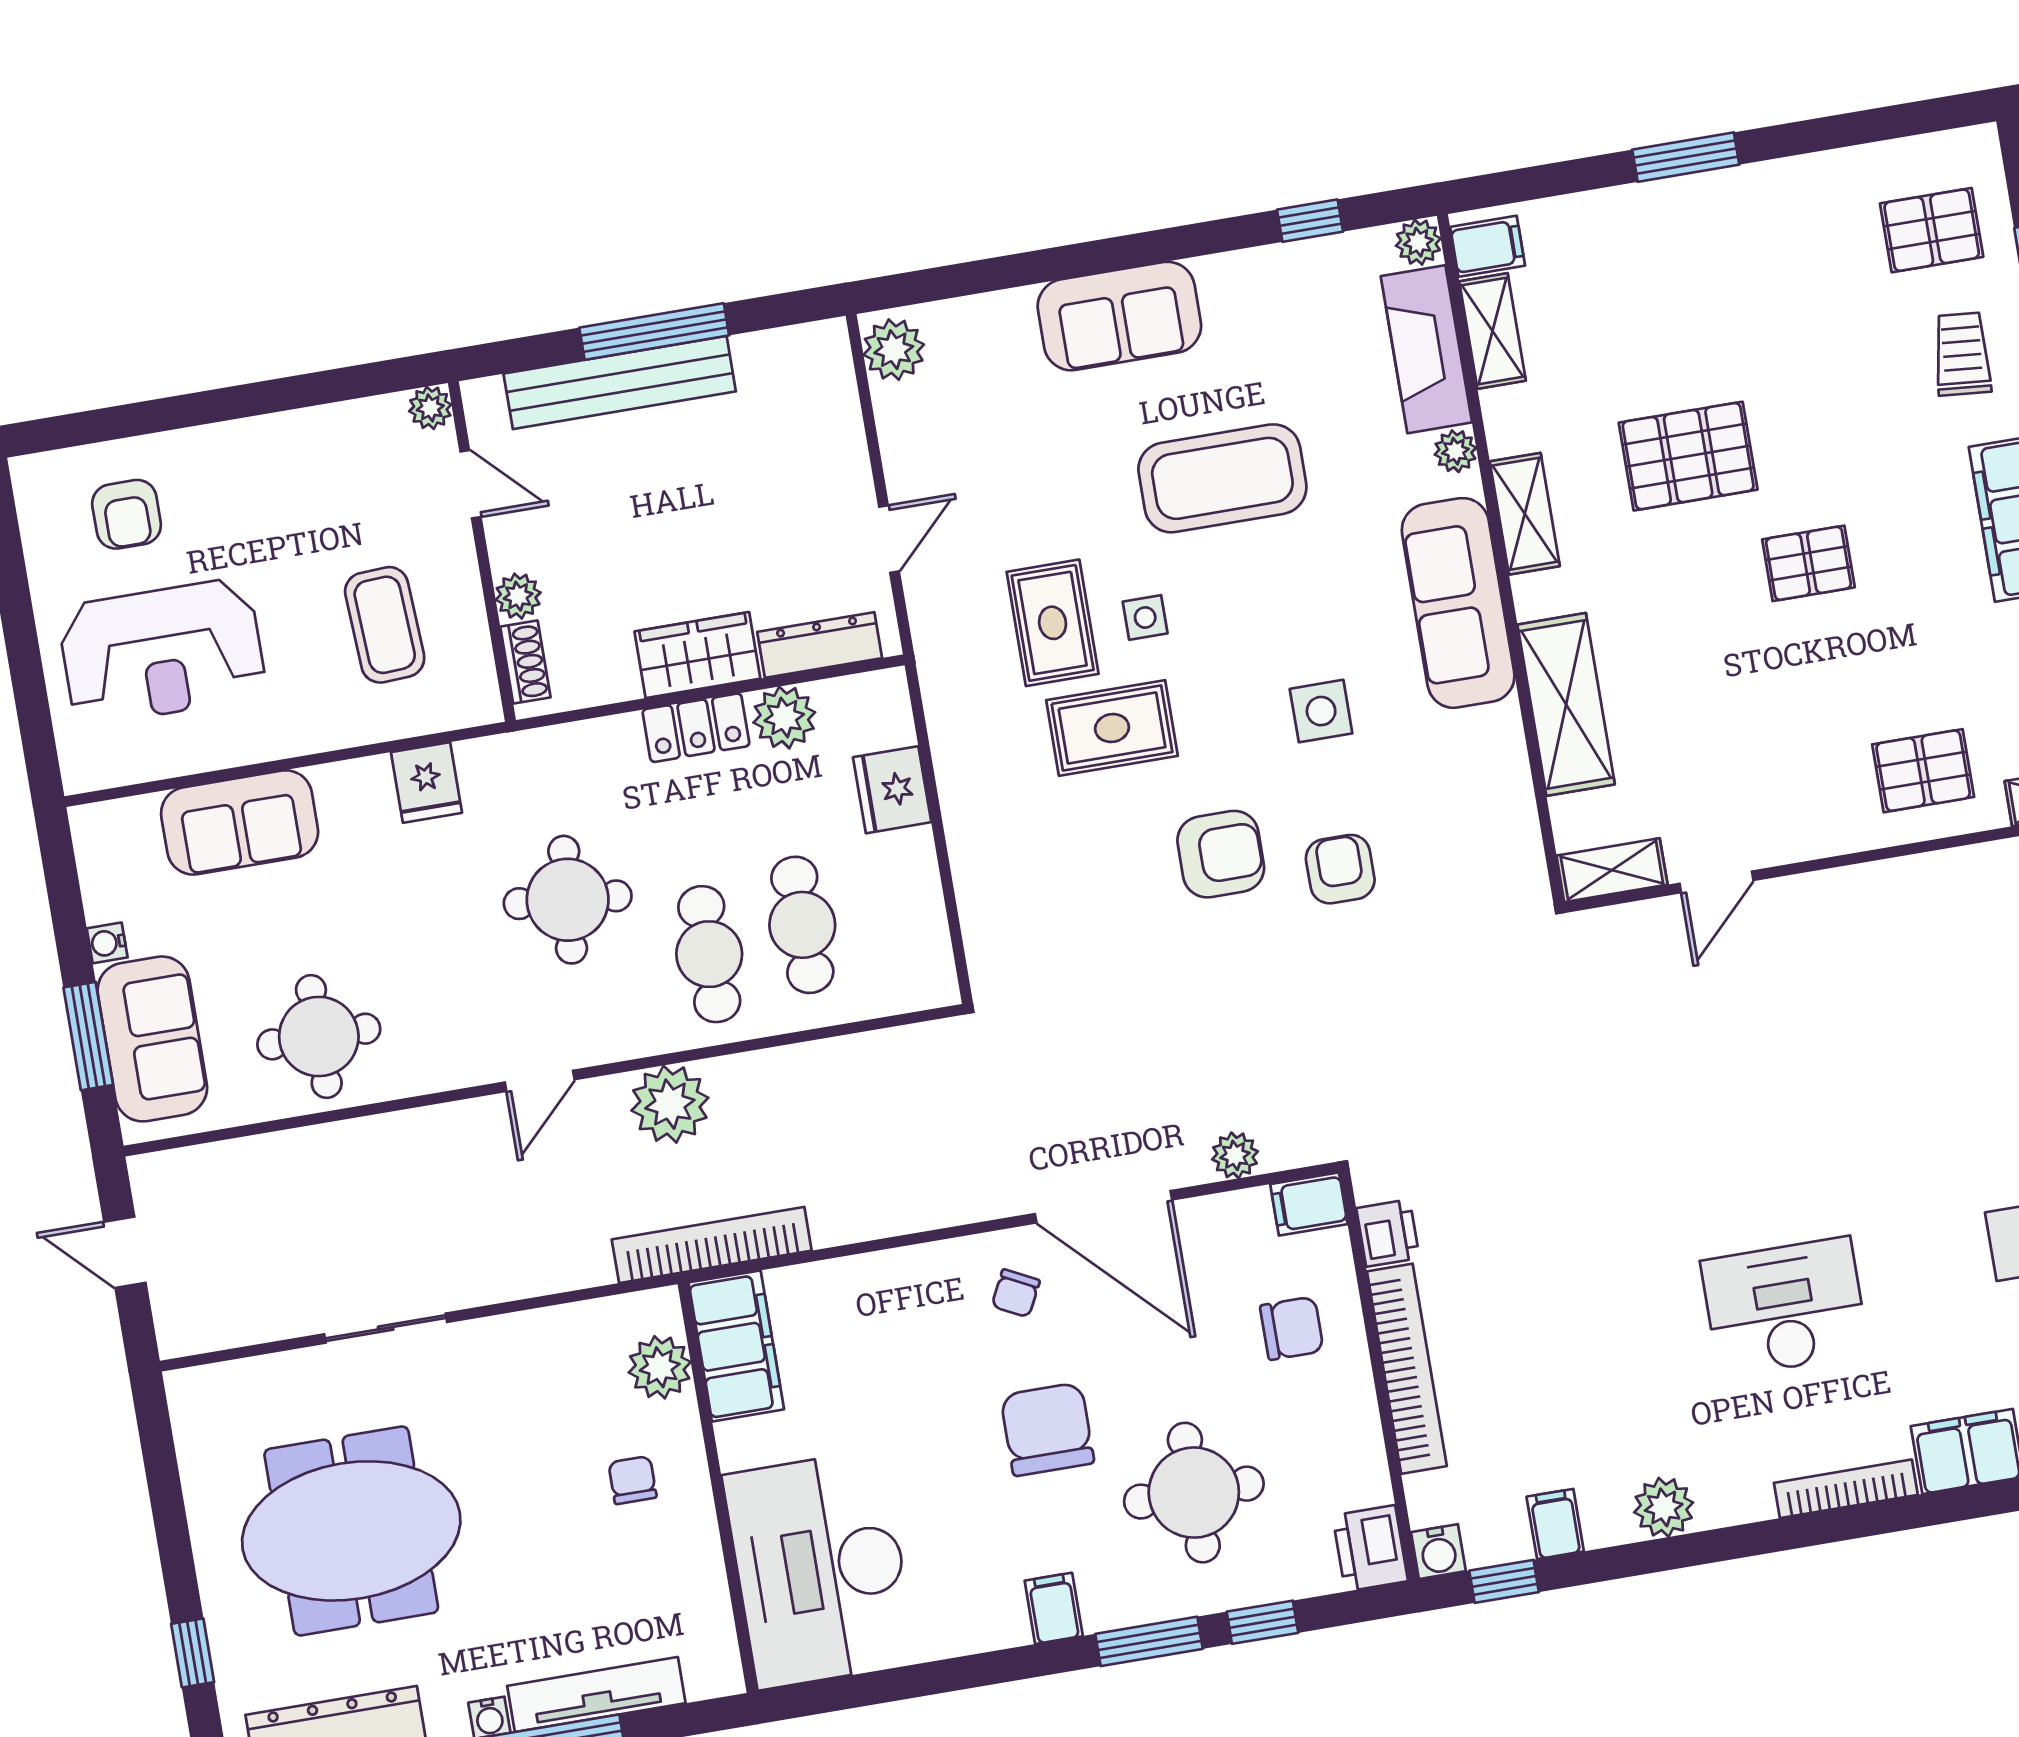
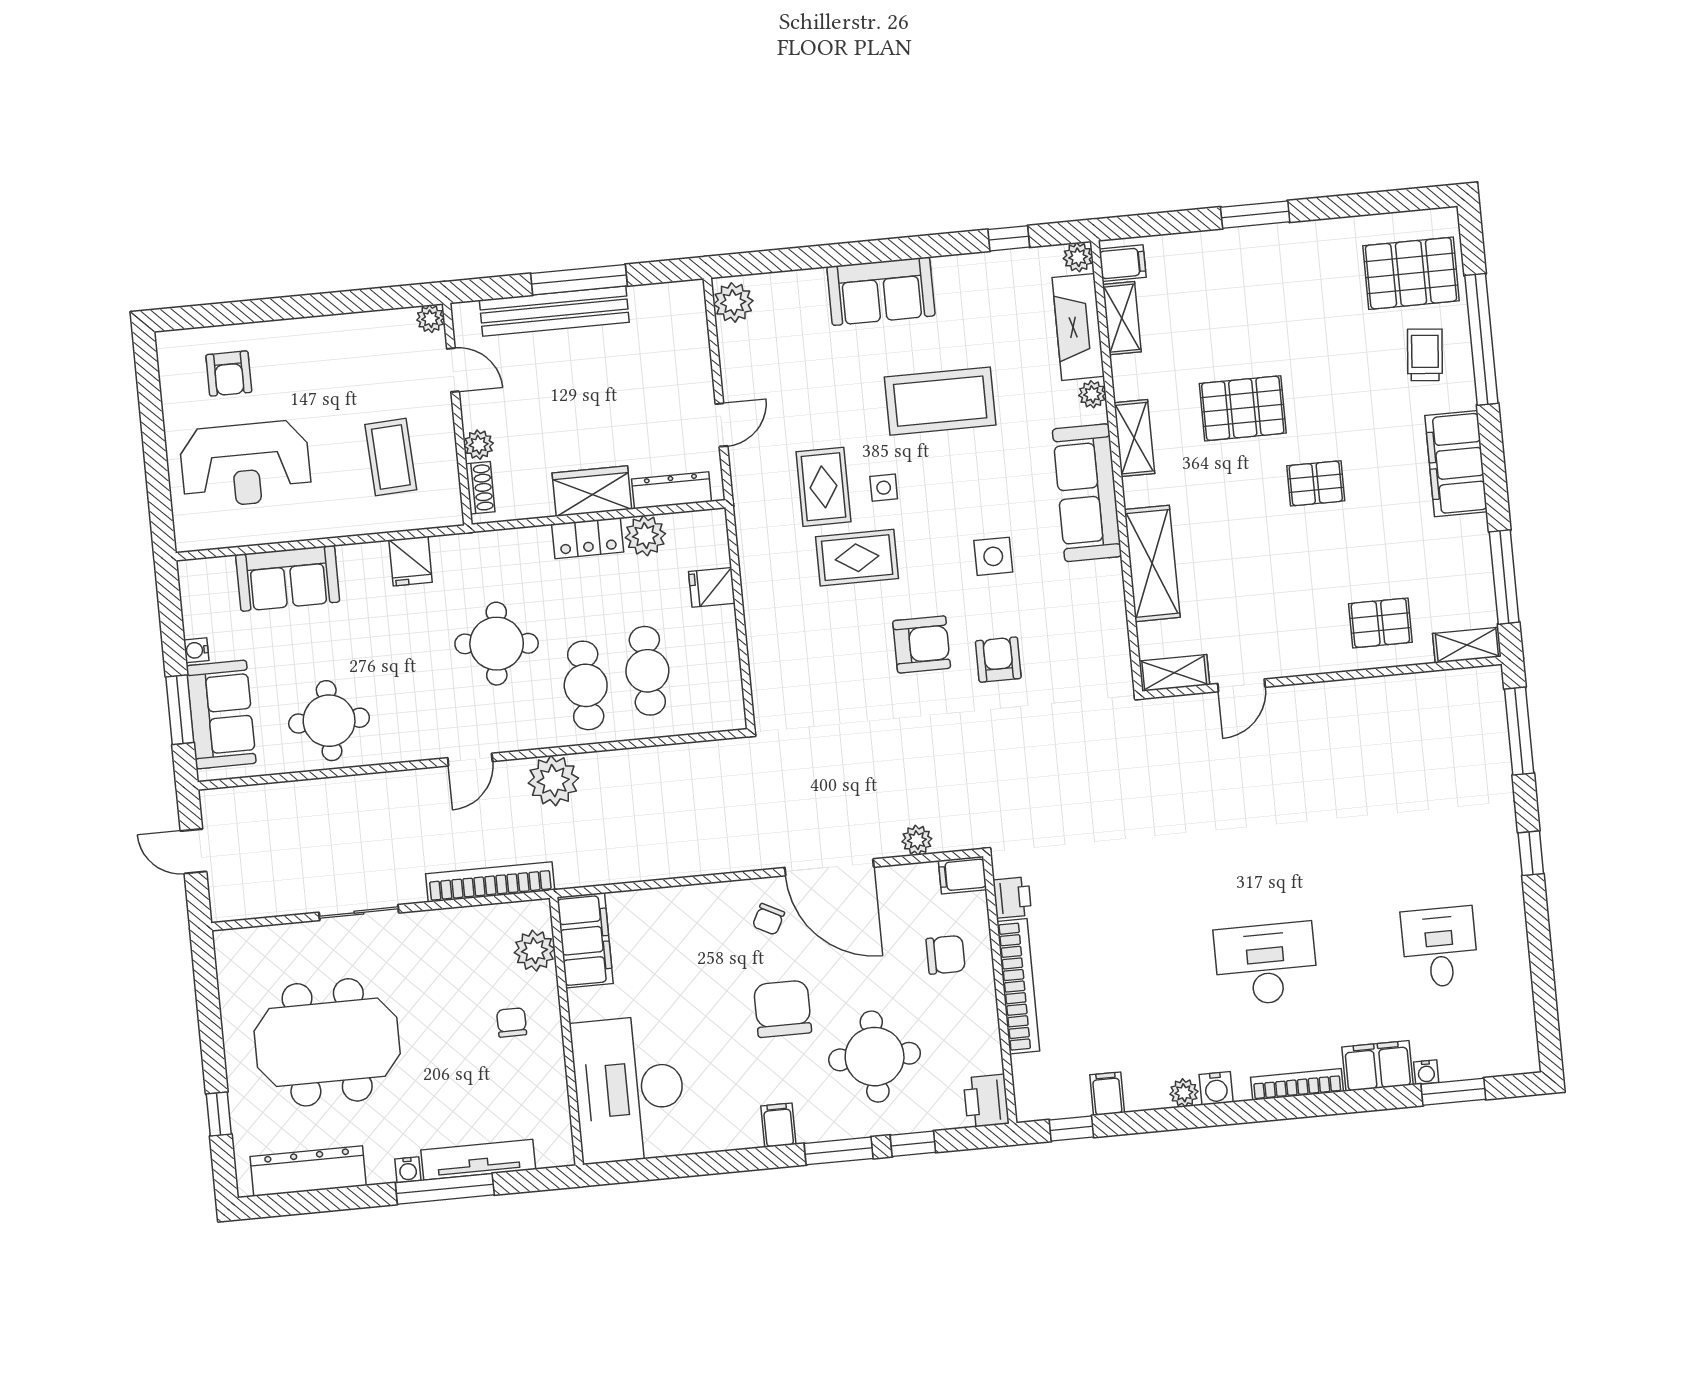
pallet: (1932, 230) -> (1411, 273), width x1.50, depth x1.42
fridge: (892, 790) -> (712, 587), width x0.72
bookcase: (712, 1245) -> (490, 882), moved
plant: (1664, 1507) -> (1184, 1093), width x0.73, depth x0.73
water cooler: (1438, 1552) -> (1216, 1088), moved

